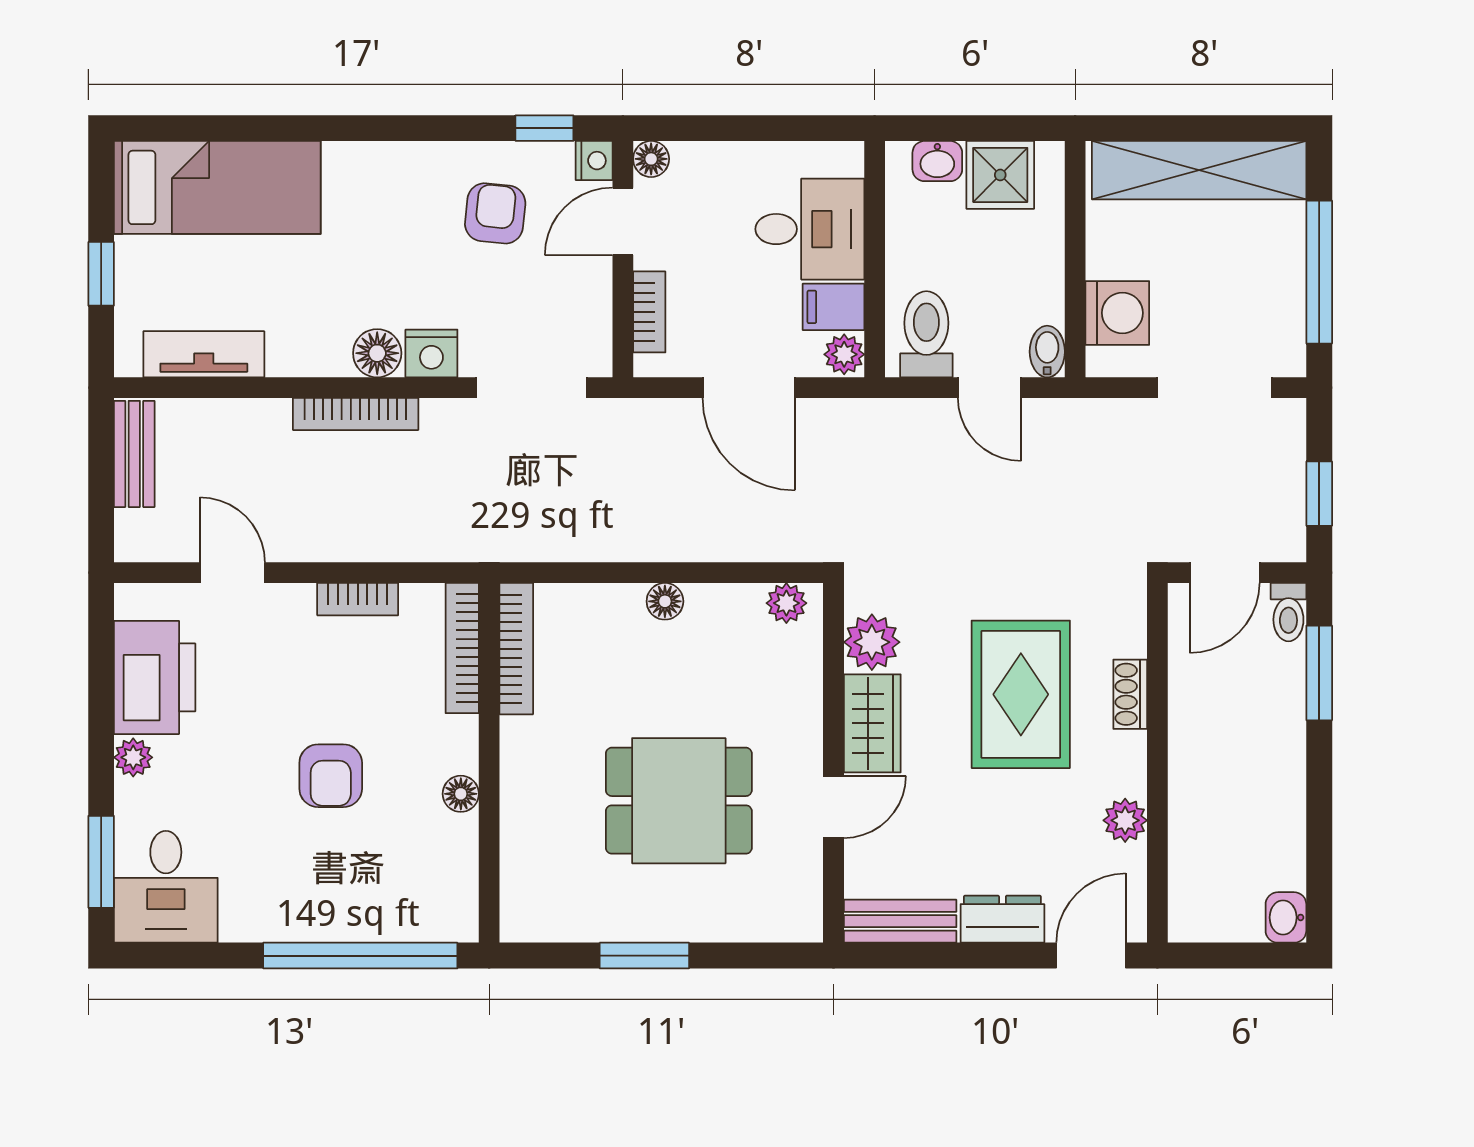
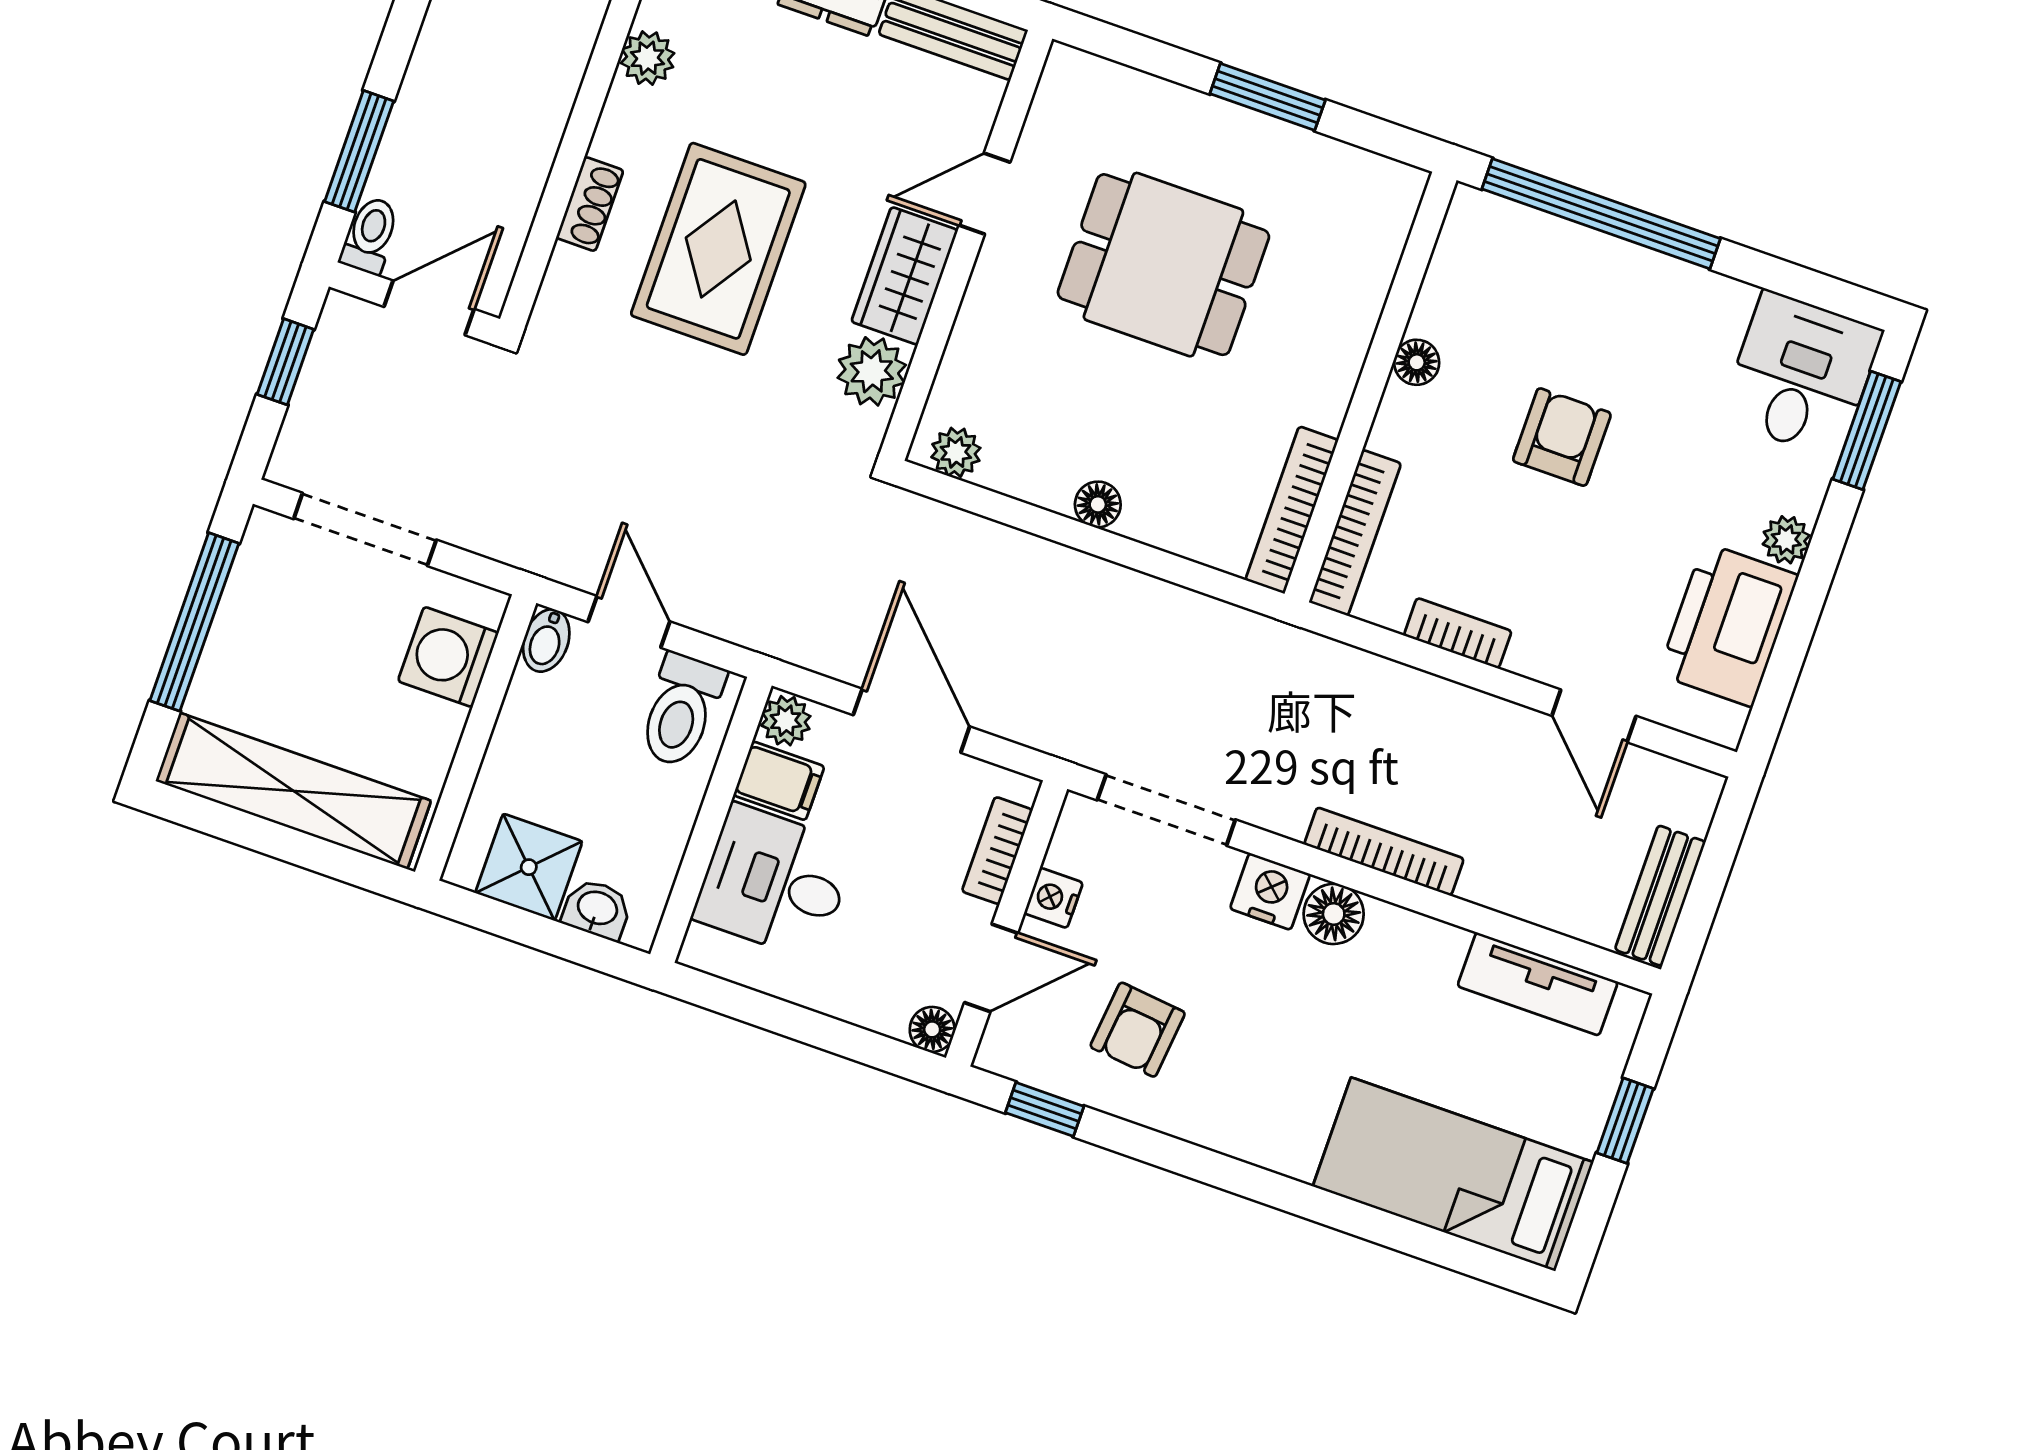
nightstand: (594, 161) -> (1053, 898), moved

